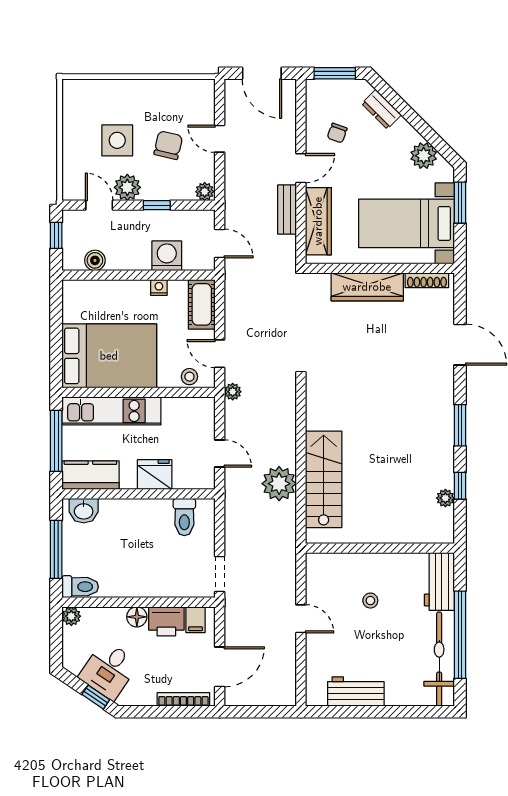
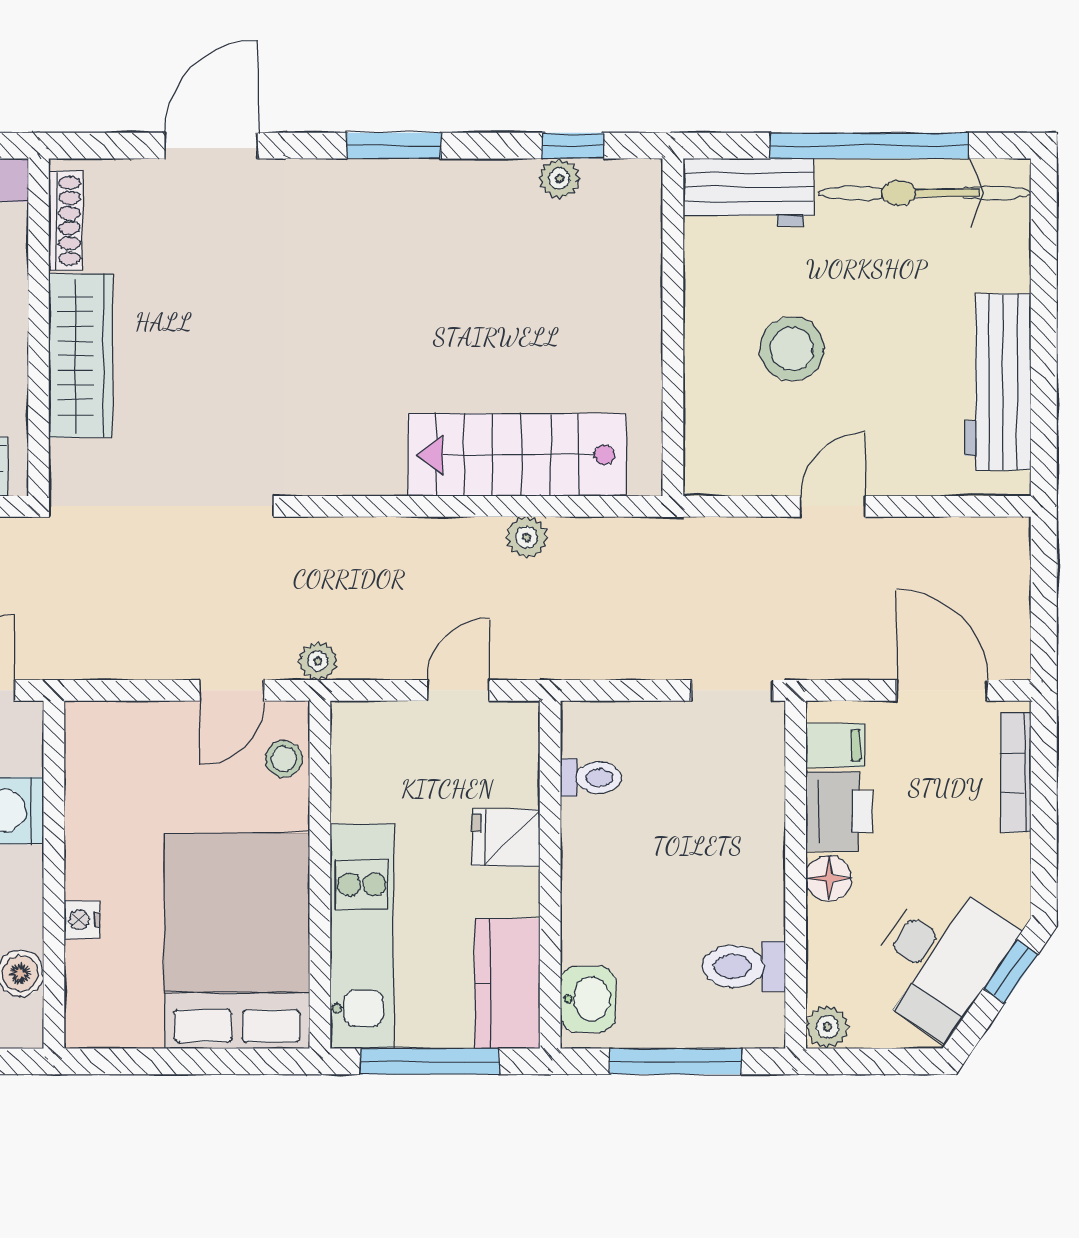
nightstand: (159, 288) -> (82, 920), moved
cot: (202, 304) -> (120, 731), removed
fridge: (155, 475) -> (506, 838), width x0.72
plant: (279, 484) -> (527, 537), width x0.53, depth x0.53
window: (460, 486) -> (573, 146), moved
toilet: (184, 517) -> (591, 778), width x0.73, depth x0.72
toilet: (80, 587) -> (744, 966), moved, turned -90
stool: (370, 601) -> (792, 349), width x1.89, depth x1.89
desk: (109, 670) -> (939, 958), width x1.37
workbench: (356, 691) -> (998, 382), width x1.38

